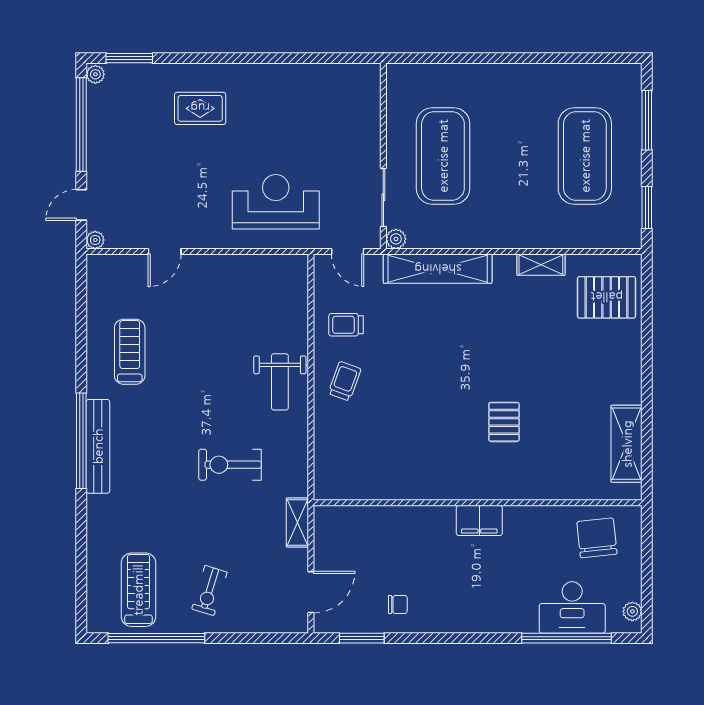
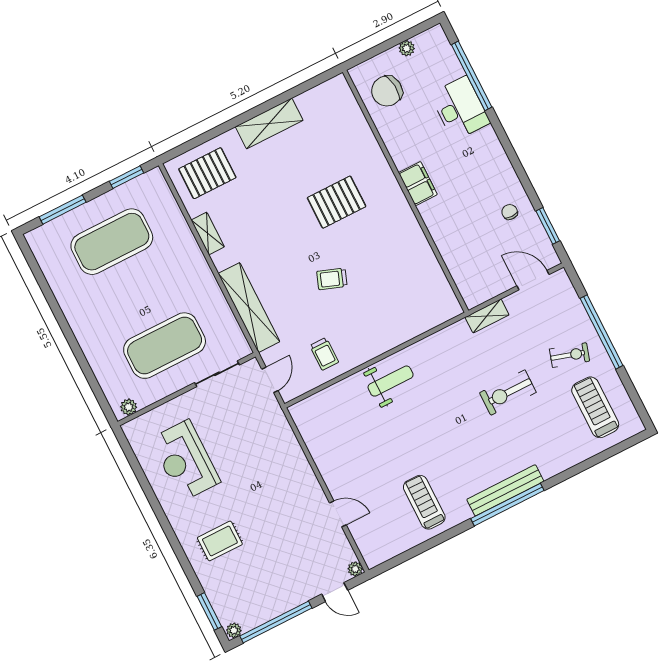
rug: (200, 108) -> (220, 541), turned 90
reception desk: (276, 202) -> (185, 460), moved
plant: (396, 239) -> (129, 407), moved
pallet: (607, 297) -> (207, 173), turned 90
treadmill: (130, 352) -> (424, 502), turned 90
trolley: (345, 381) -> (332, 279), moved
pallet: (504, 422) -> (337, 202), width x1.50, depth x1.42
shelving: (627, 444) -> (269, 123), moved
exercise bike: (230, 465) -> (508, 393), moved, turned 90
treadmill: (138, 590) -> (595, 407), turned 90
desk: (572, 607) -> (460, 108), moved
plant: (632, 611) -> (407, 48), moved
window: (156, 638) -> (602, 332), moved

